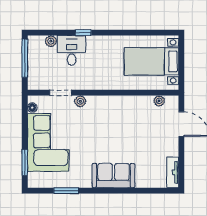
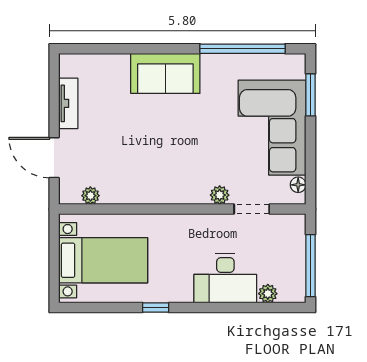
window: (83, 33) -> (156, 308), moved
desk: (72, 50) -> (225, 278), width x1.37
tv unit: (173, 172) -> (68, 103), moved
window: (66, 191) -> (243, 49), width x2.11

